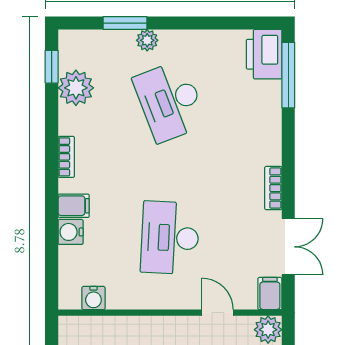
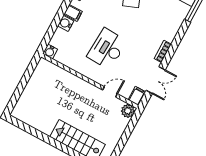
water cooler: (93, 298) -> (50, 52), moved
door: (217, 313) -> (110, 92), hinge flipped

